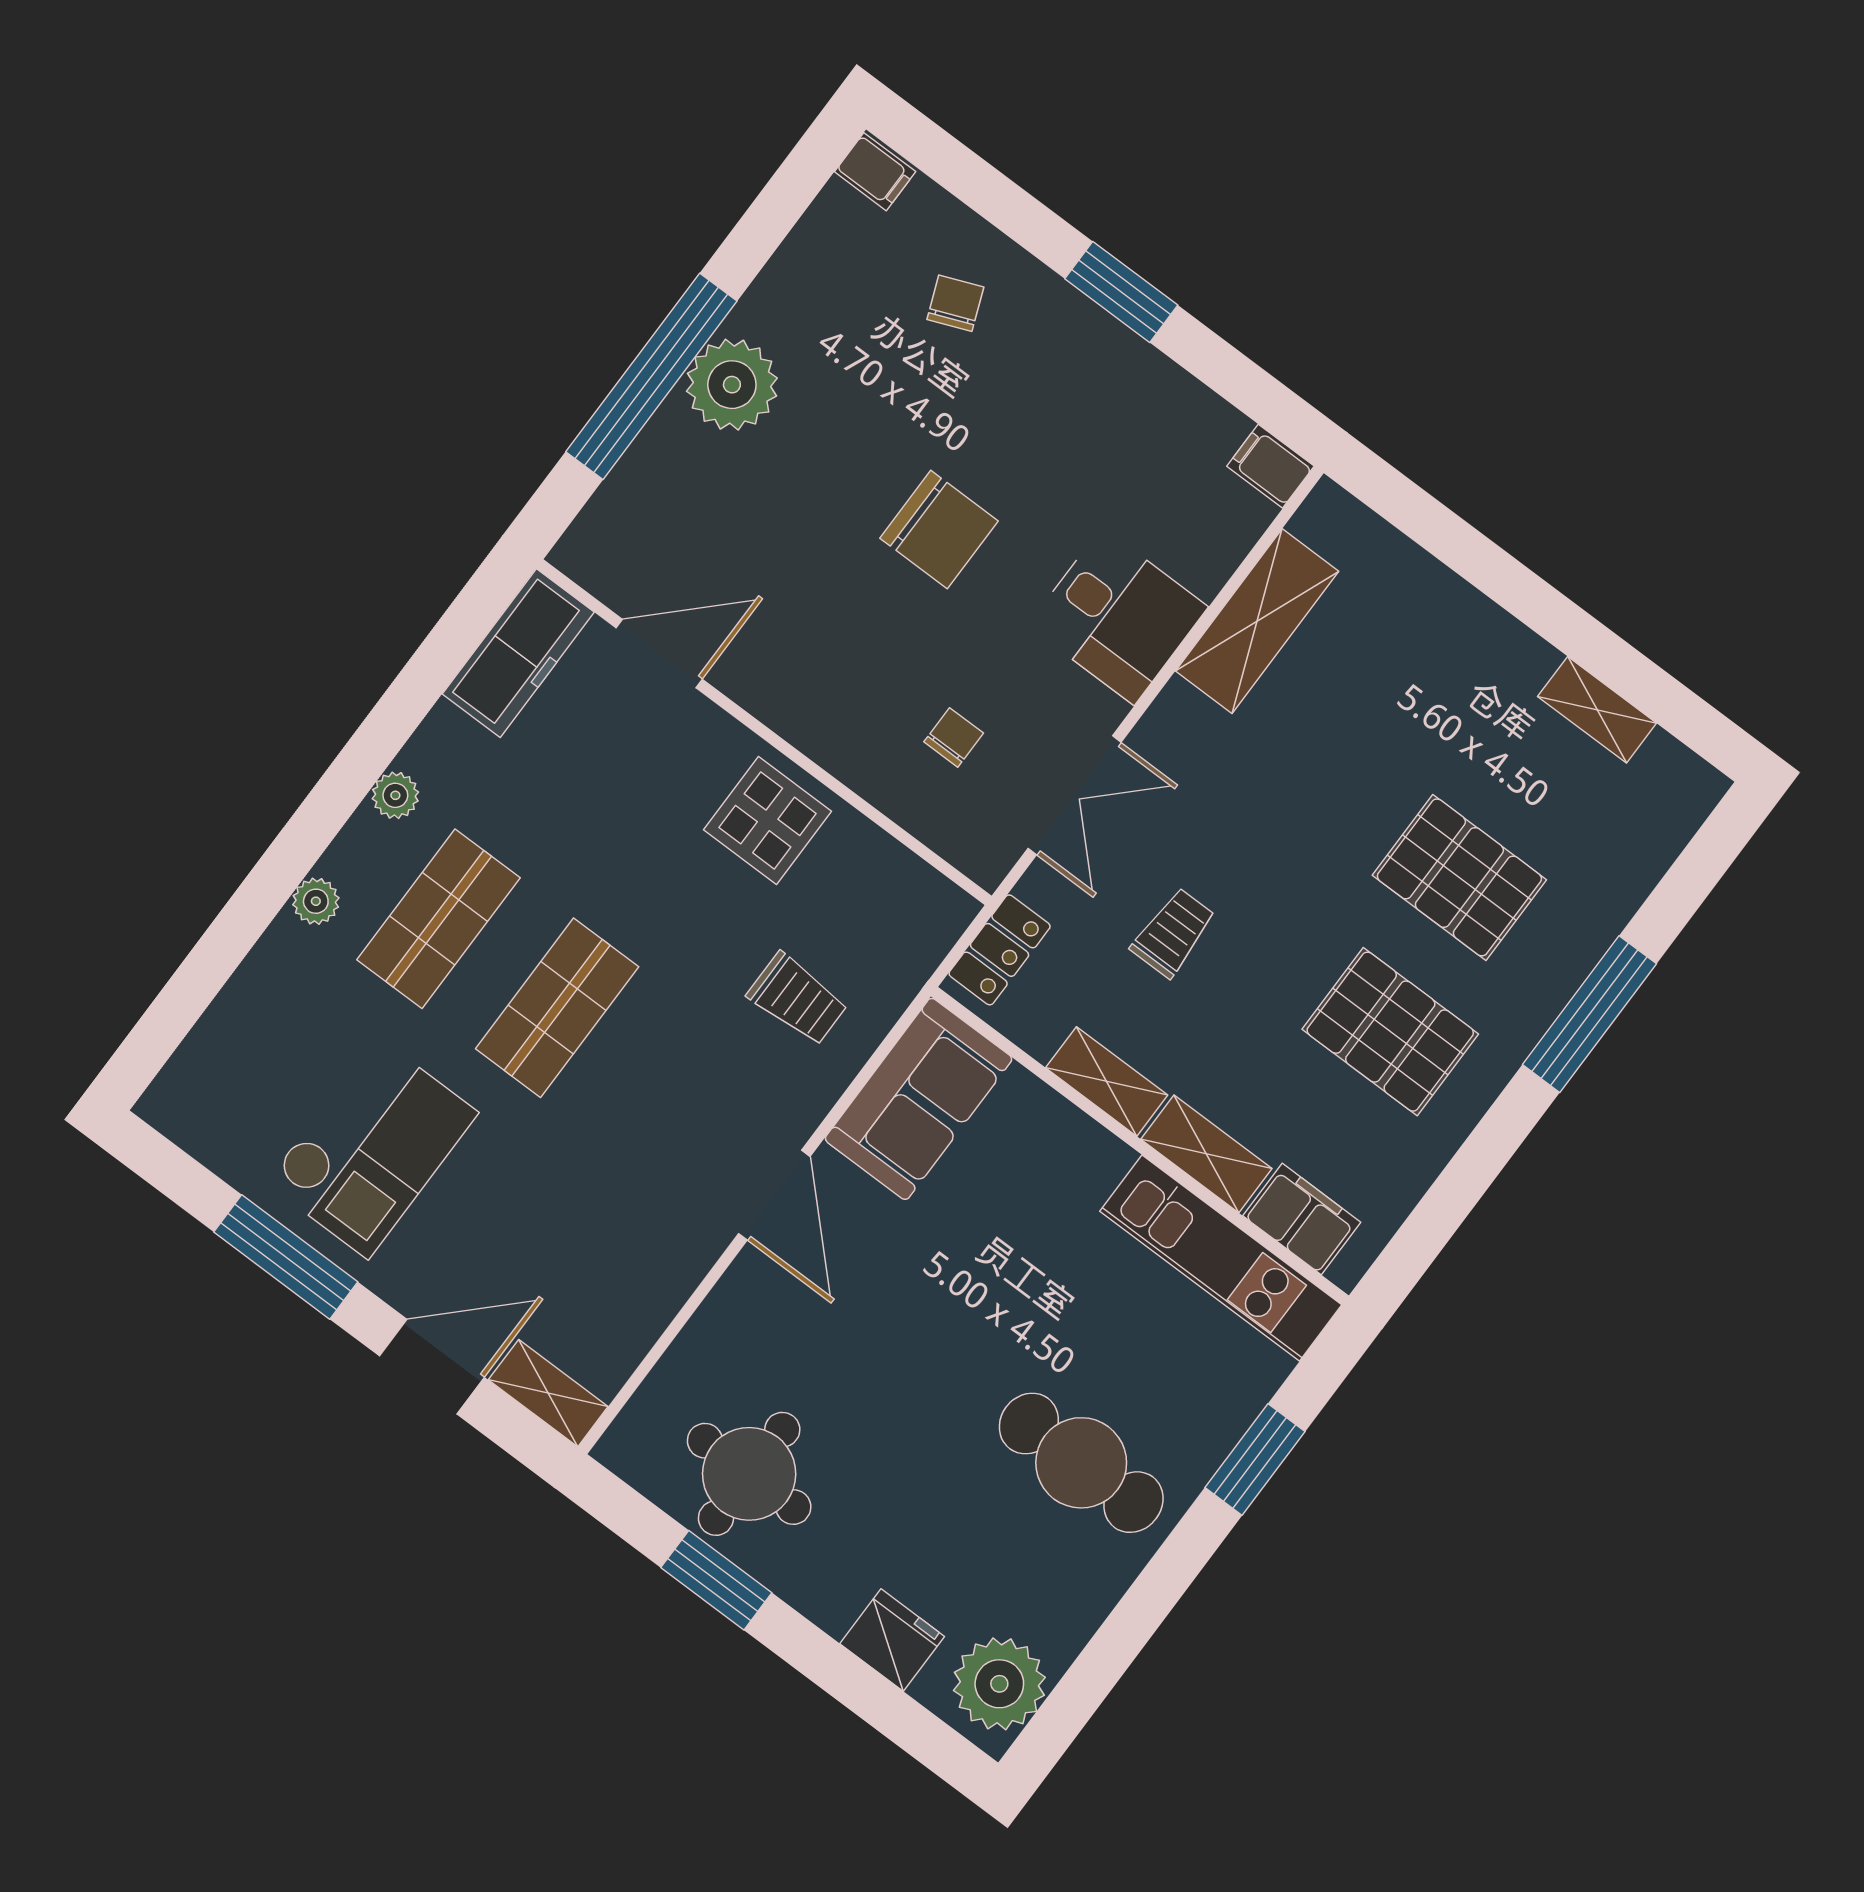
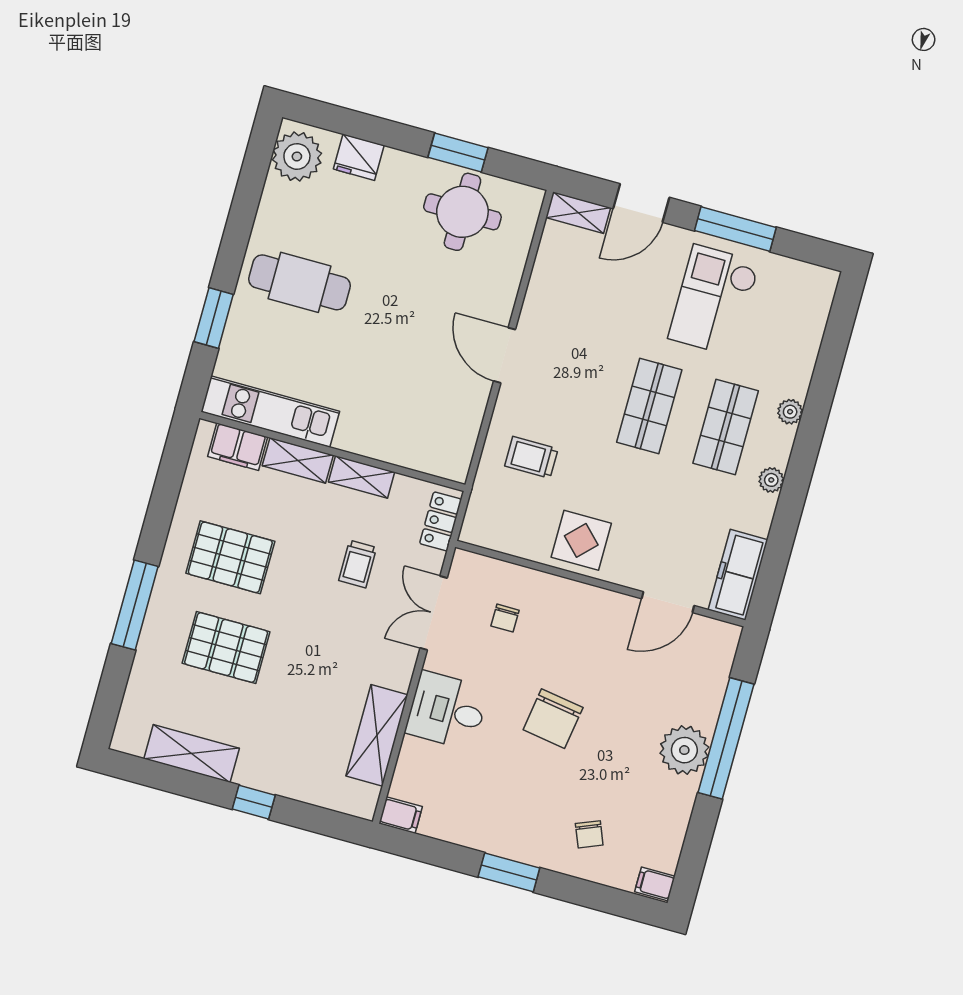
chair: (939, 530) -> (553, 719), turned -81
window: (1517, 589) -> (254, 802), added
shelving: (1597, 710) -> (192, 754), width x1.50, depth x1.33
sofa: (919, 1099) -> (452, 431), removed

